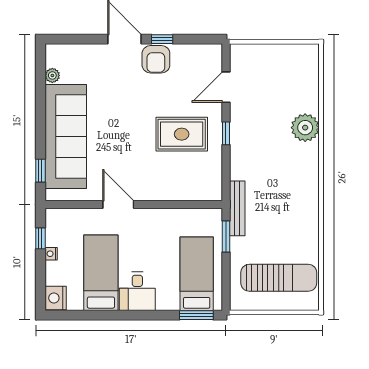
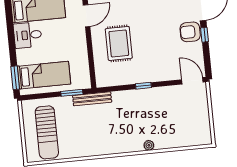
door: (226, 87) -> (192, 81), moved
plant: (305, 128) -> (149, 145), width x0.53, depth x0.53
rug: (182, 134) -> (119, 43), moved

